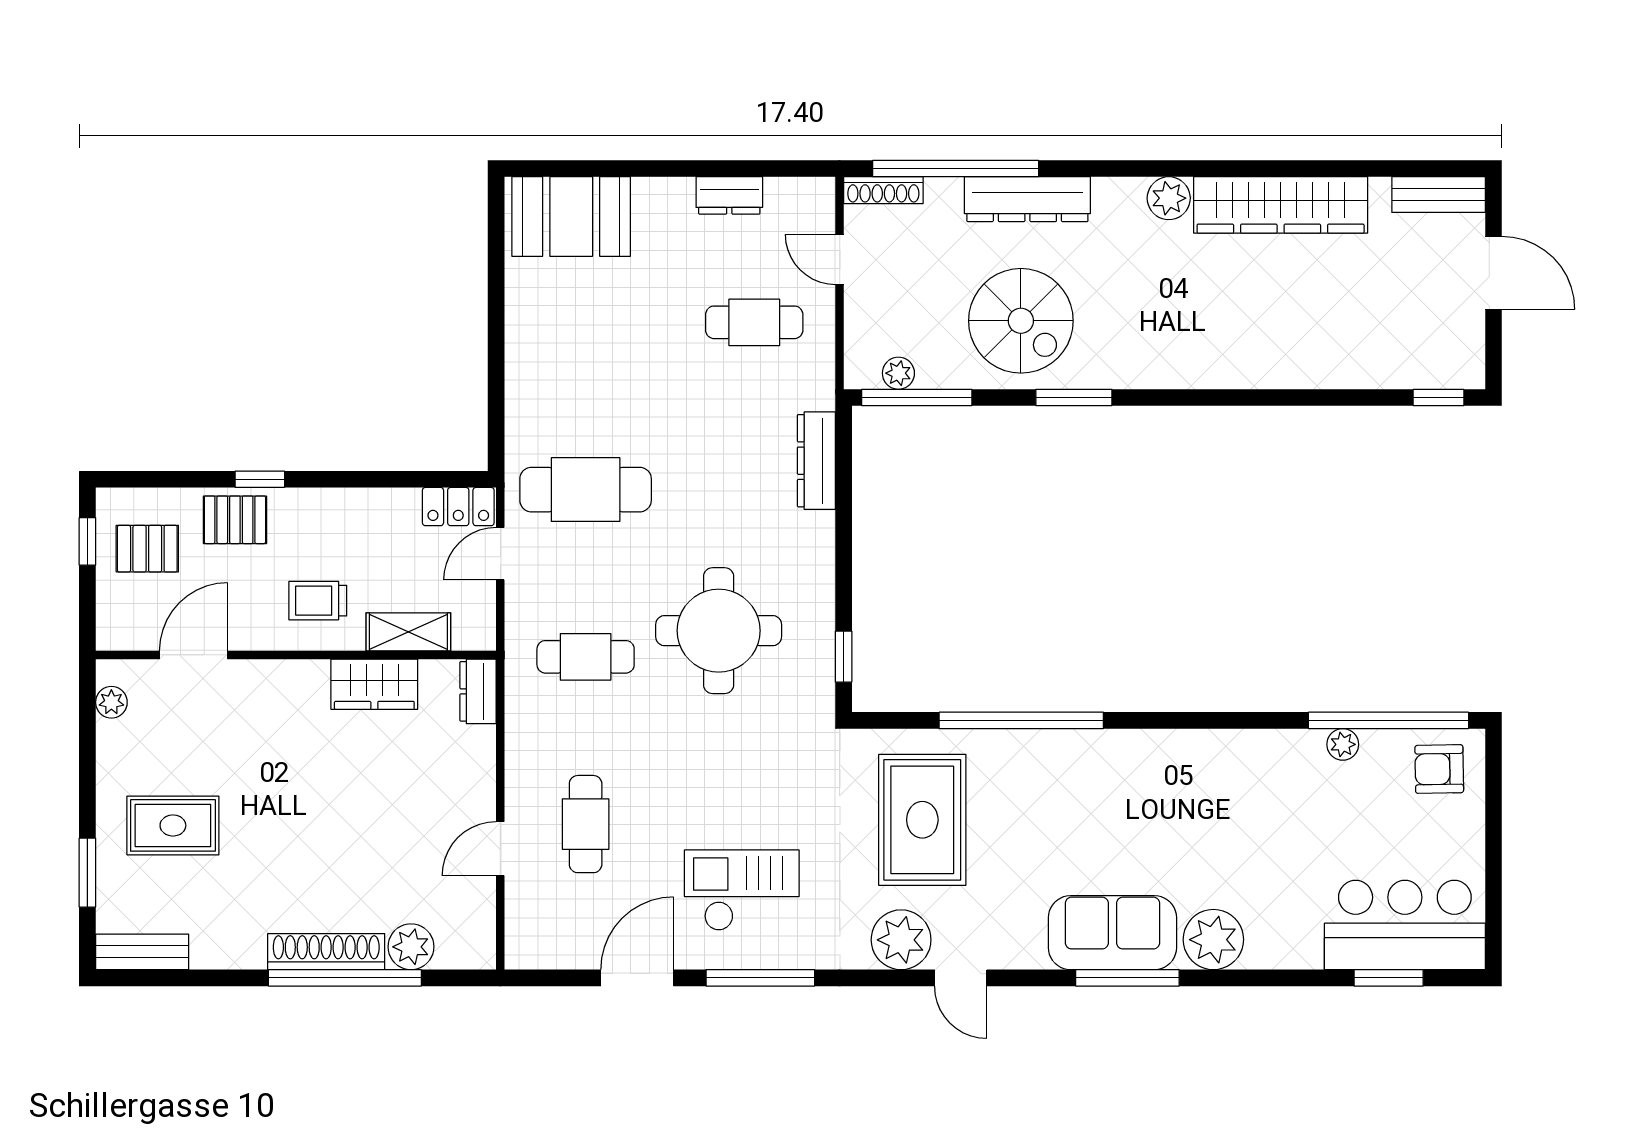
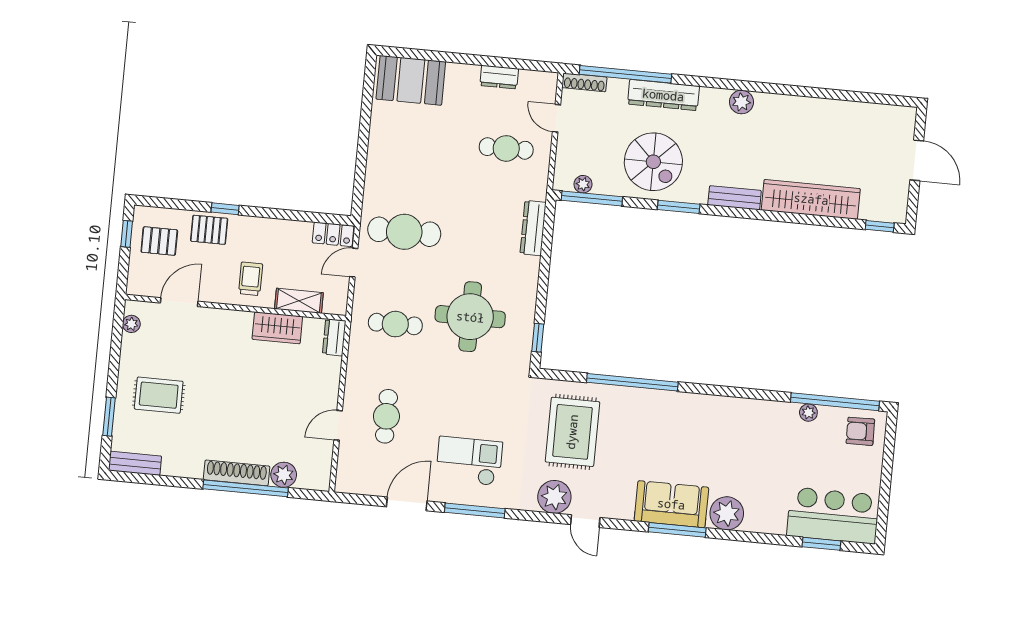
bench: (1439, 195) -> (735, 198), moved
wardrobe: (1281, 205) -> (811, 199), moved, turned 180
trolley: (318, 601) -> (251, 279), turned 90

